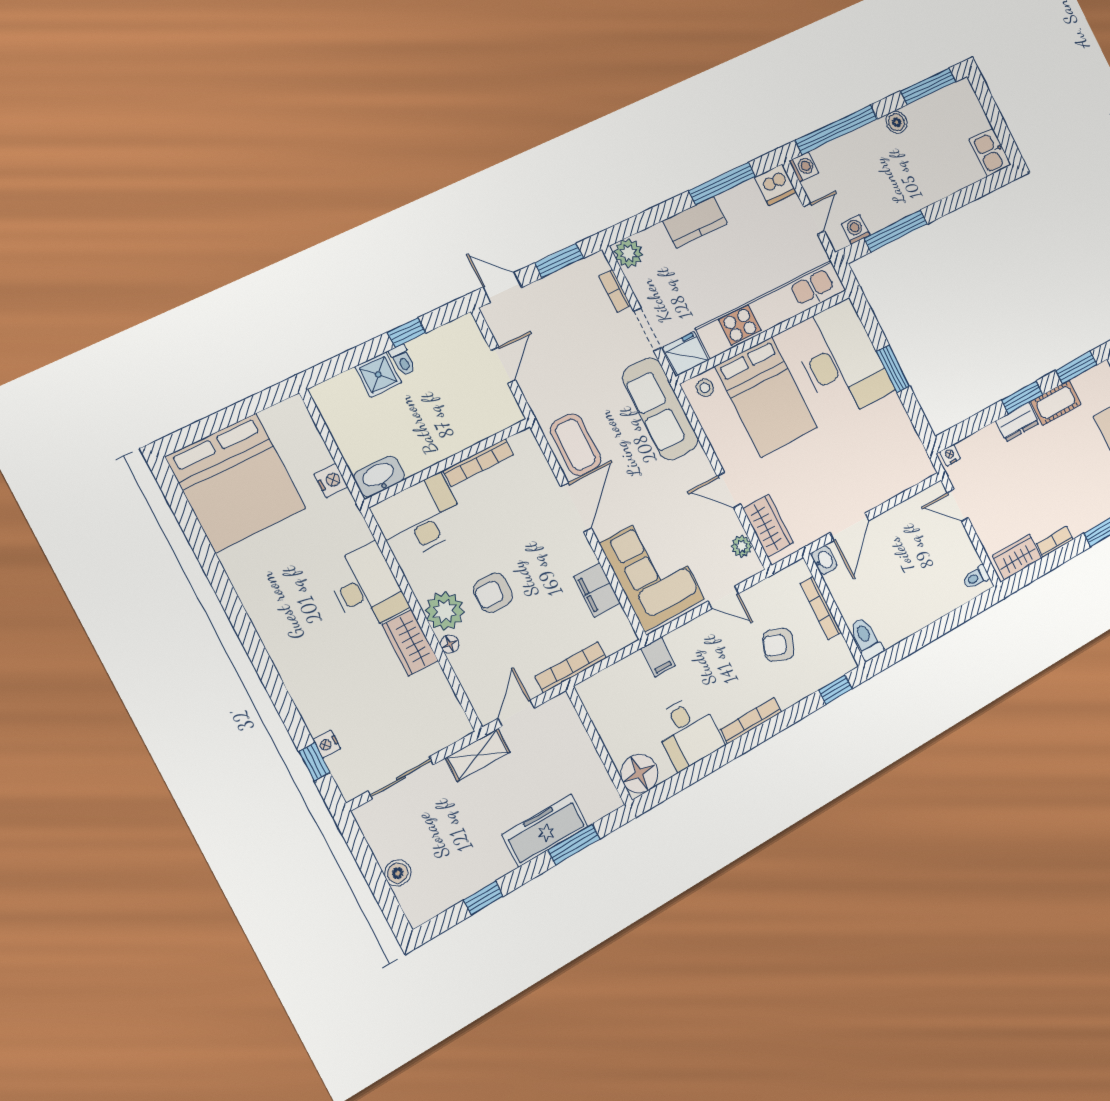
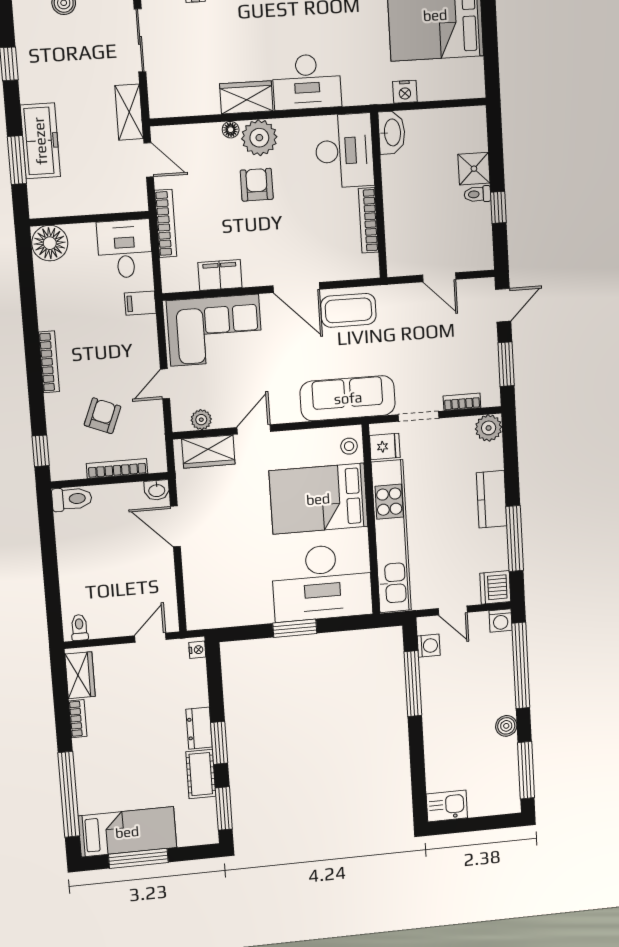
fridge: (686, 354) -> (385, 447), width x0.72
desk: (688, 732) -> (125, 249), moved, turned 90

